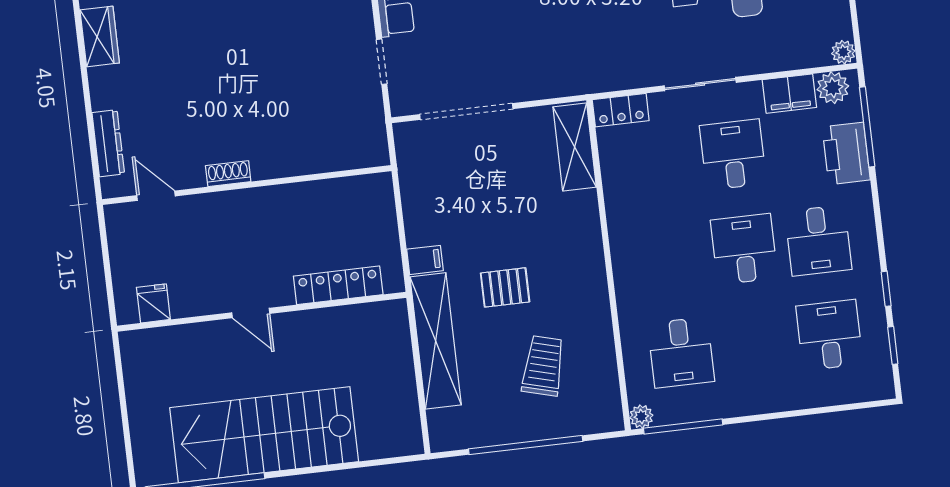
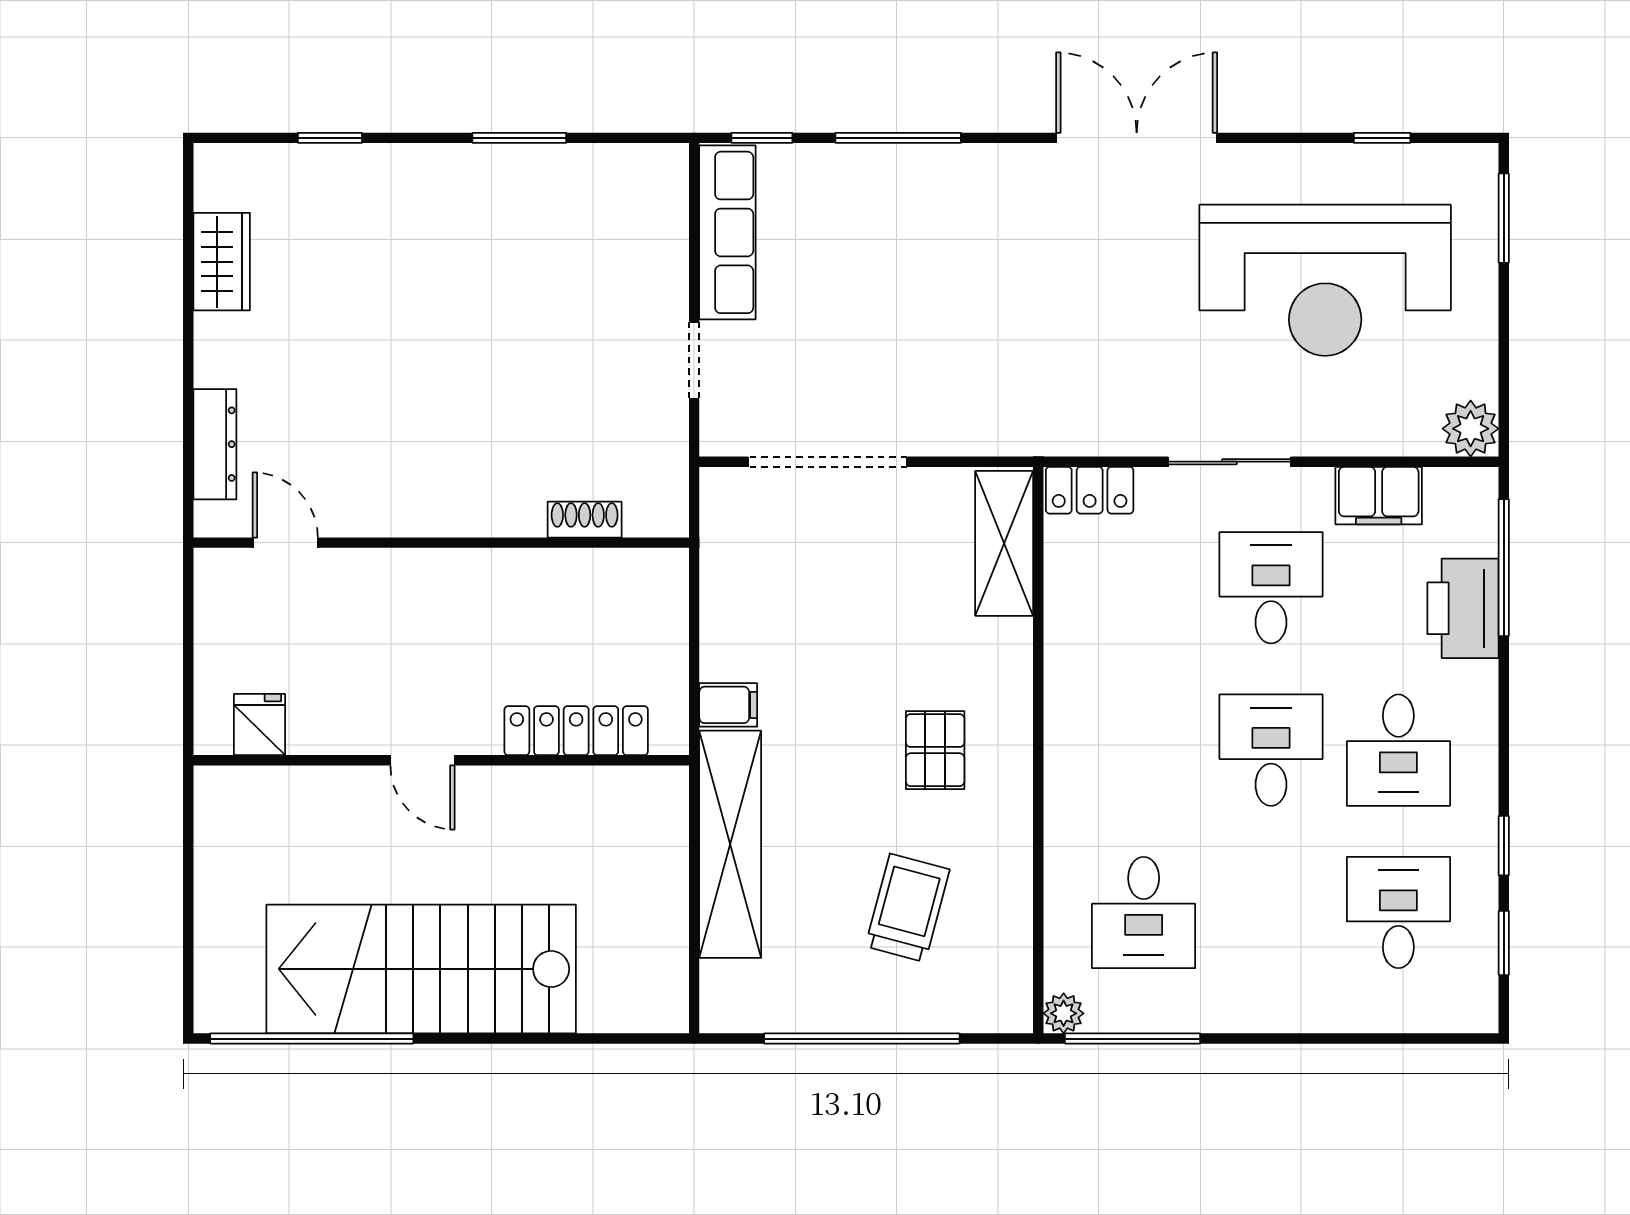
plant: (843, 52) -> (1471, 429), width x1.38, depth x1.38
plant: (833, 88) -> (1453, 494), removed
shoe rack: (228, 174) -> (585, 520), moved
pallet: (505, 287) -> (935, 750), moved, turned 90

